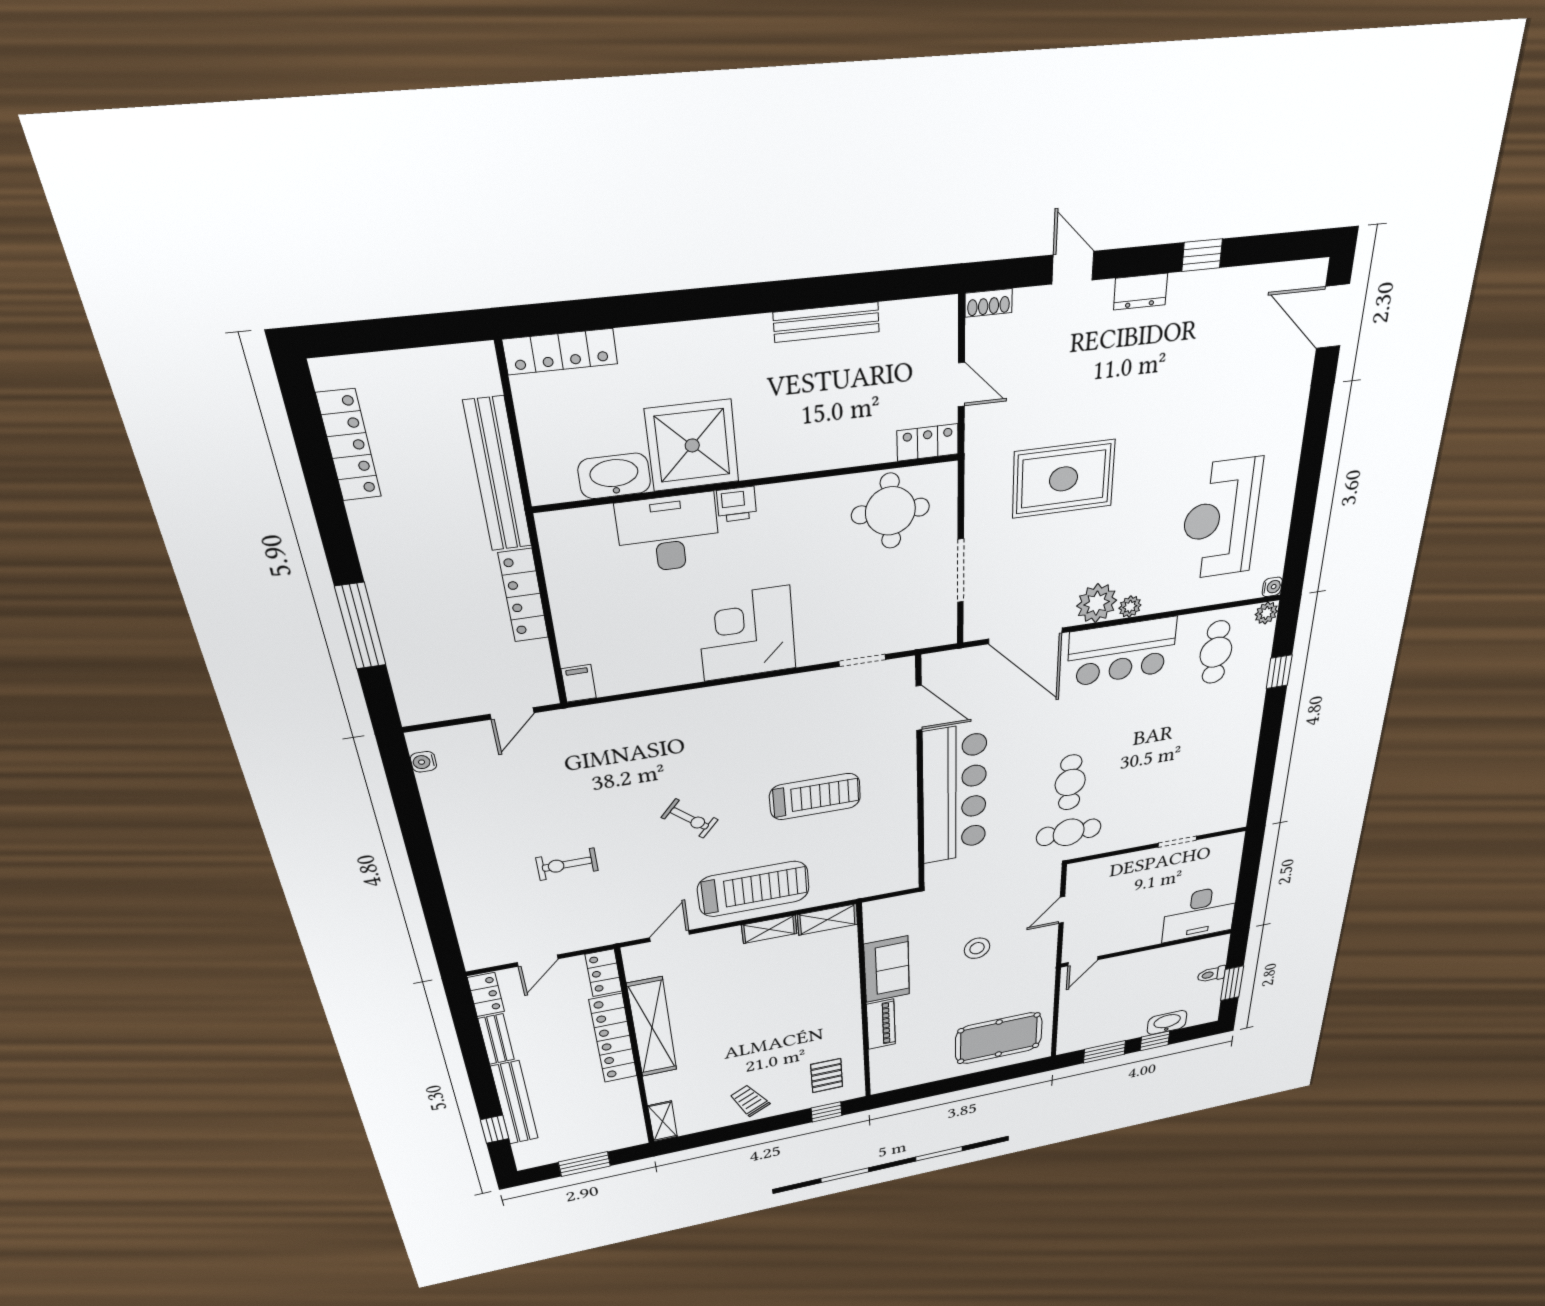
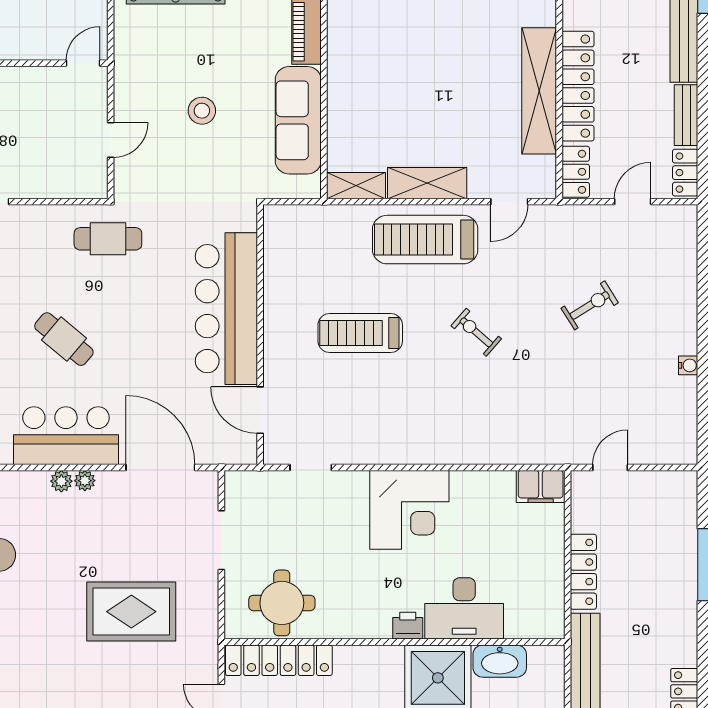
locker: (928, 442) -> (279, 660), width x2.16, depth x1.21
plant: (1097, 603) -> (85, 481), width x0.53, depth x0.53
filing cabinet: (579, 683) -> (541, 486), width x2.00
water cooler: (423, 762) -> (688, 365), moved
cafe table: (1070, 782) -> (64, 339), moved, turned -50
exercise bike: (567, 864) -> (590, 305), turned -32
shelving: (769, 929) -> (427, 183), width x1.50, depth x1.33
sofa: (887, 969) -> (298, 120), width x1.36

